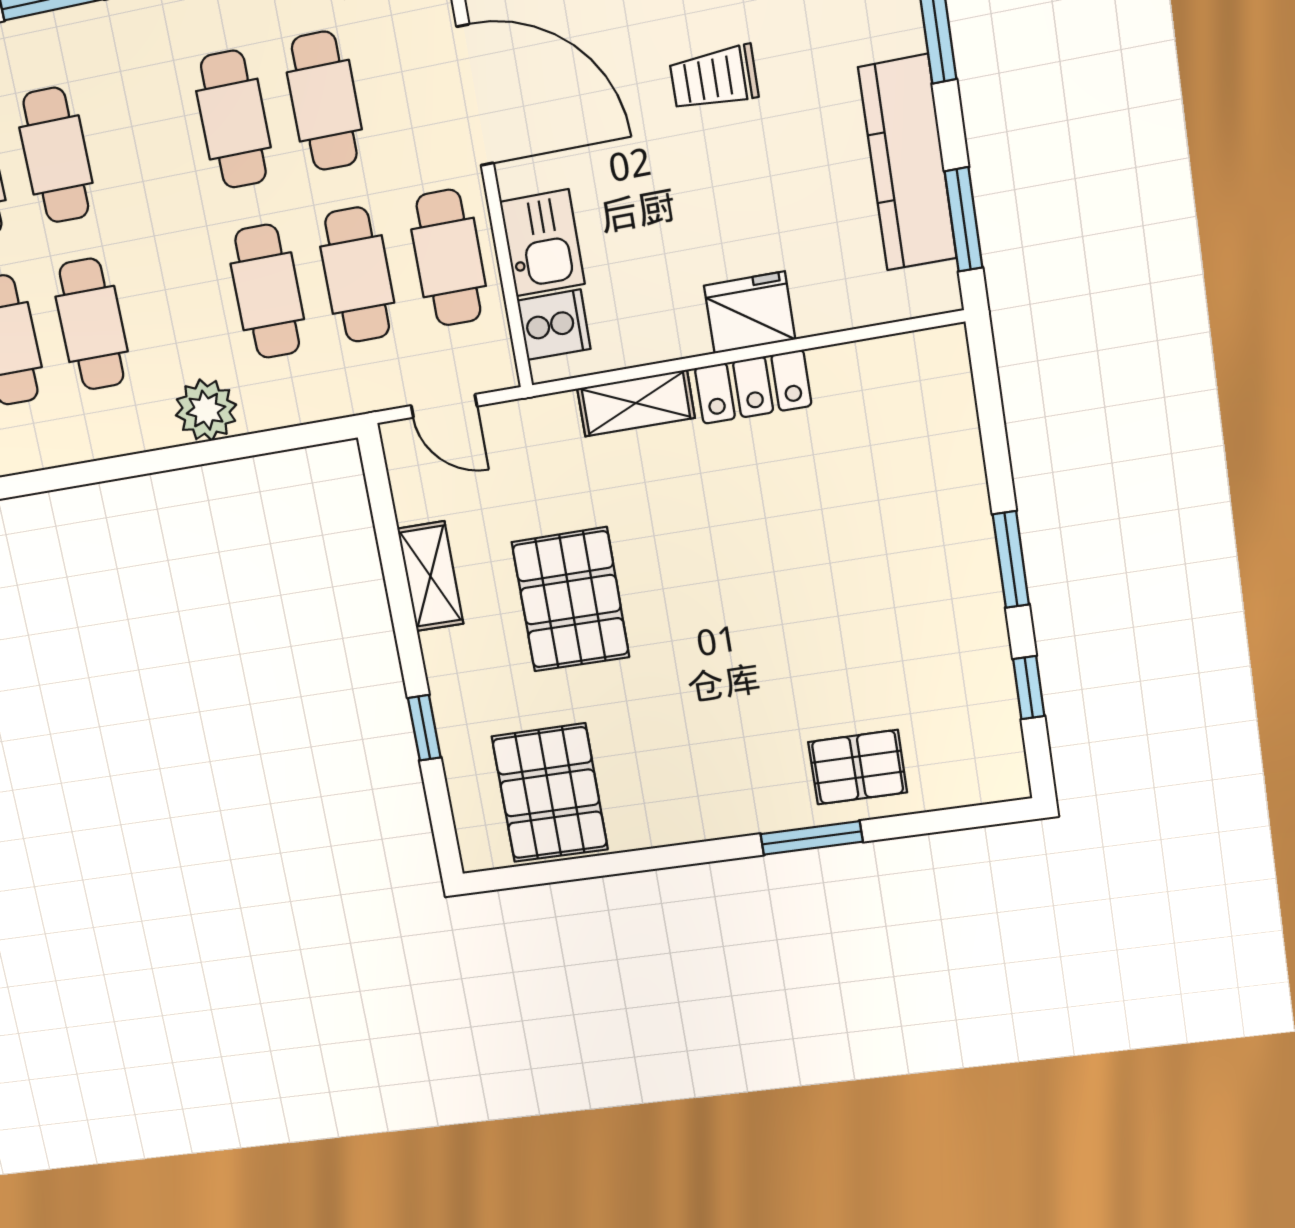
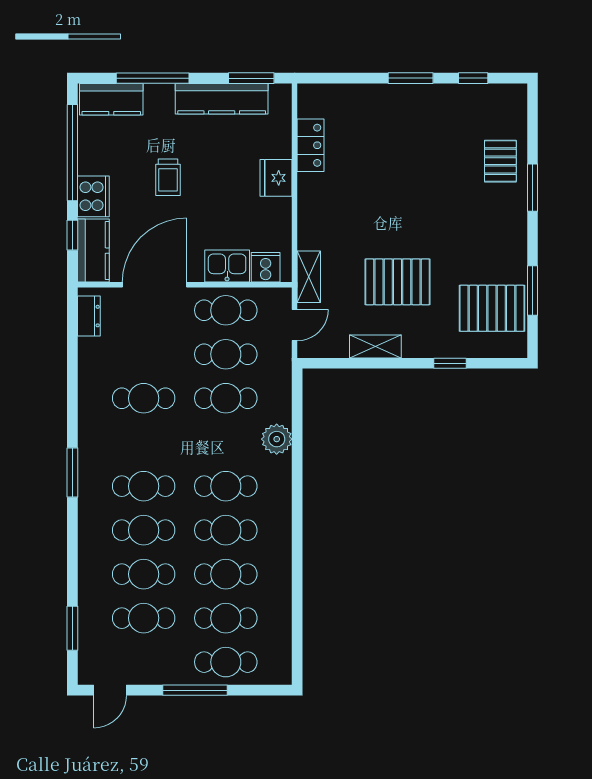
cafe table: (324, 101) -> (144, 354), removed
locker: (753, 387) -> (311, 145), moved
shelving: (636, 403) -> (309, 277), moved
window: (600, 866) -> (533, 291), added

